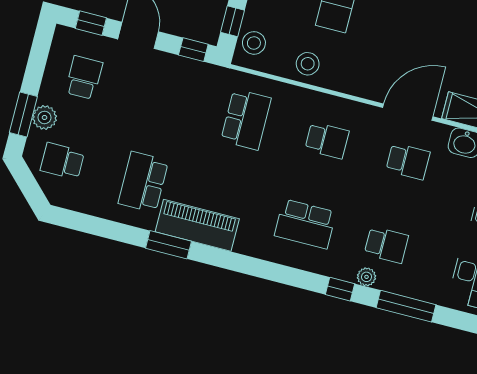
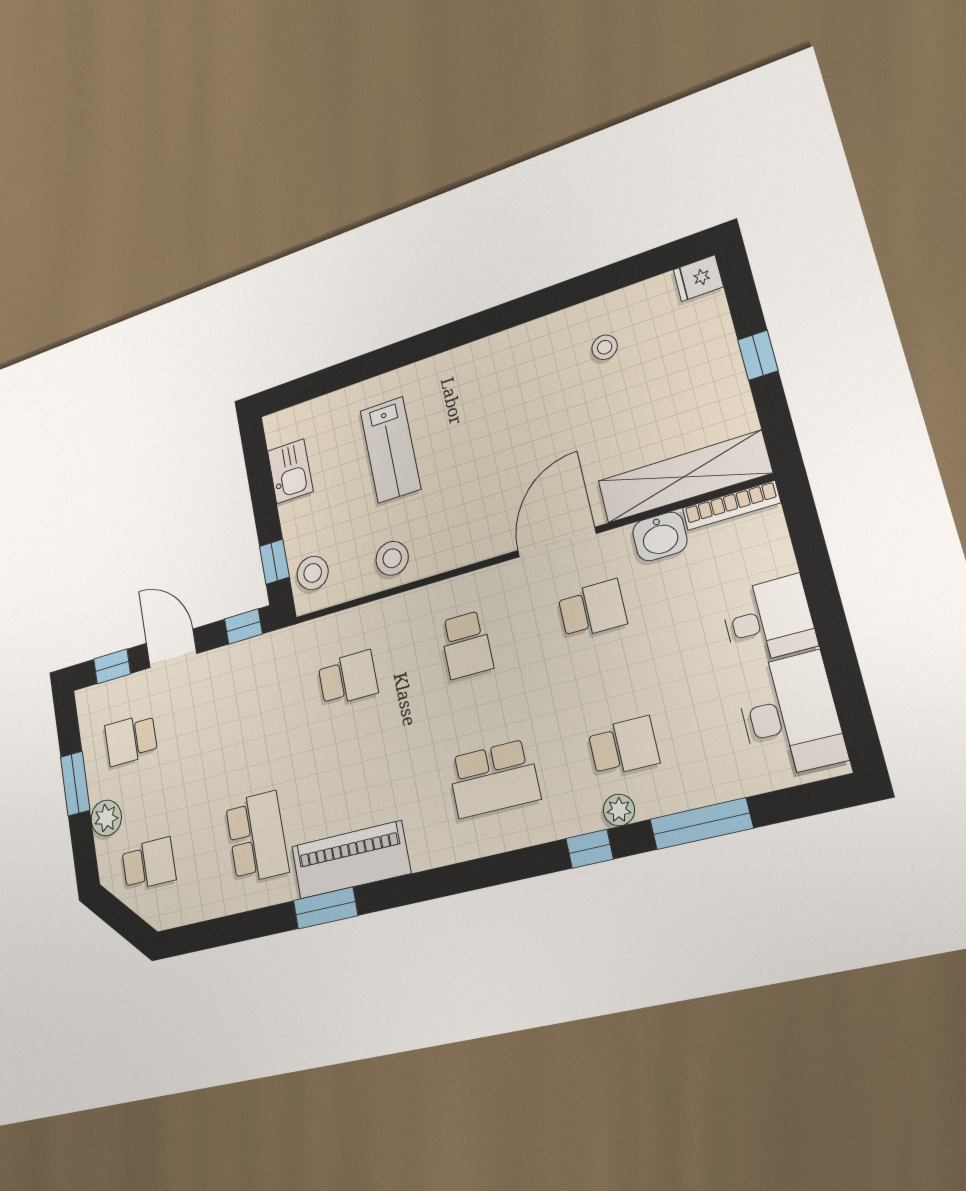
school desk: (84, 78) -> (131, 740), turned -90
window: (23, 114) -> (75, 784), moved
school desk: (246, 119) -> (348, 678), width x0.54
school desk: (327, 140) -> (466, 645), turned 90
school desk: (62, 161) -> (149, 864), turned 180
school desk: (143, 182) -> (257, 837), turned 180

